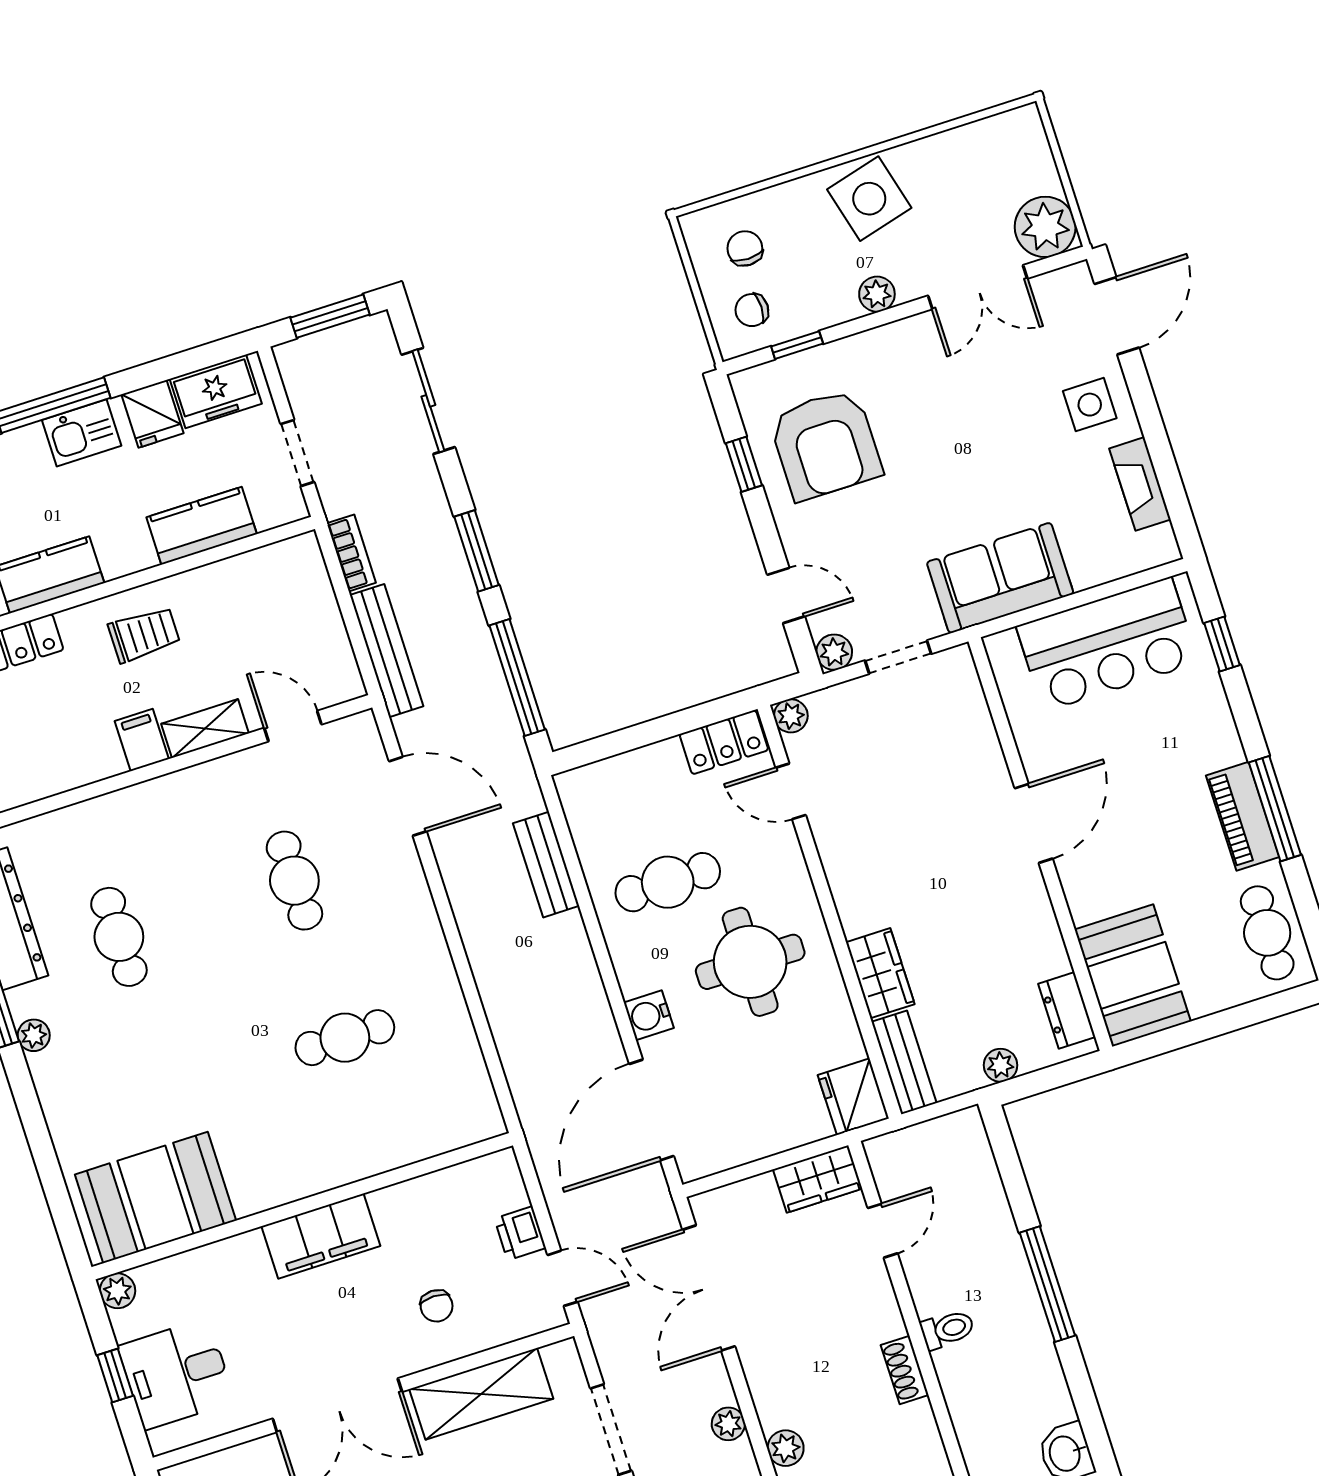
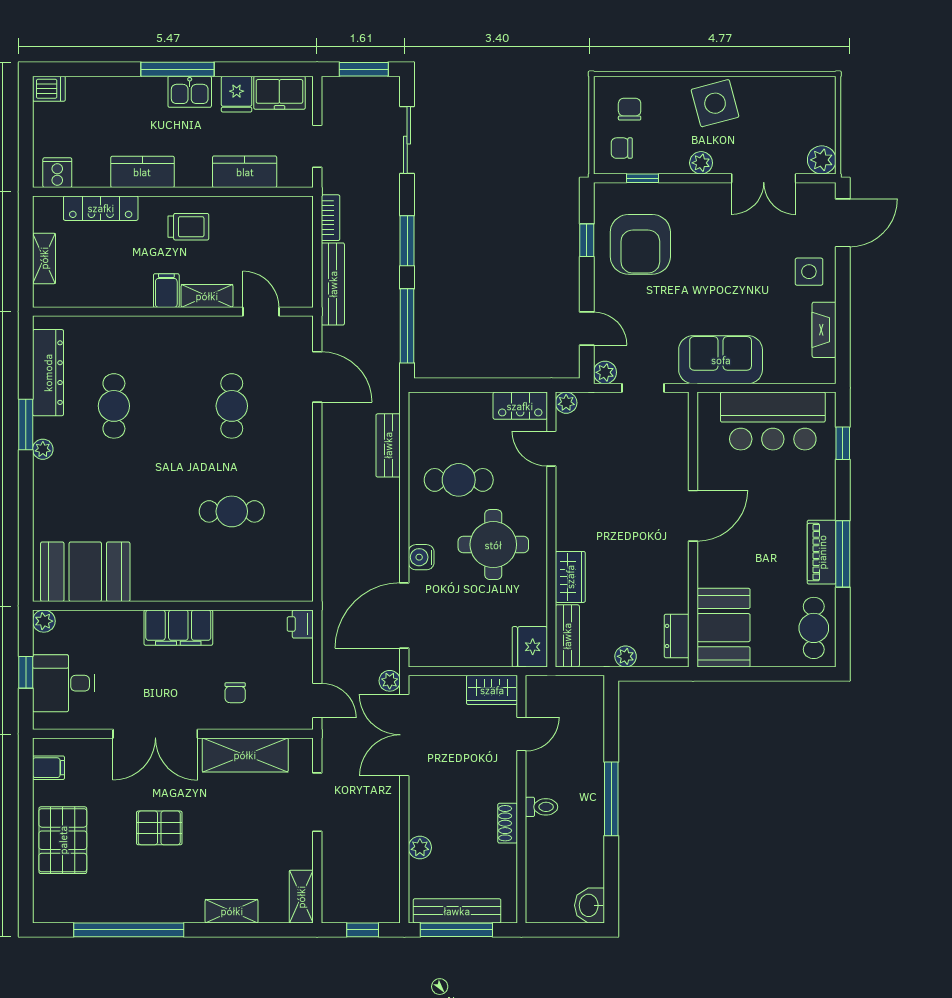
plant: (1045, 227) -> (822, 160), width x0.73, depth x0.73
printer: (520, 1233) -> (300, 624), moved
plant: (728, 1424) -> (390, 681), moved

